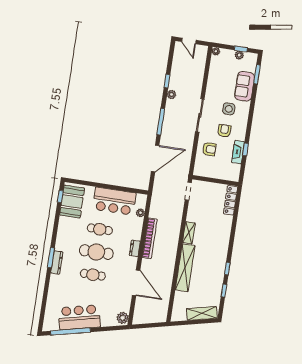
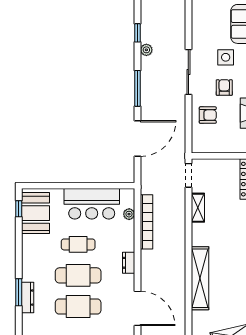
shelving: (189, 233) -> (198, 208), moved
bookcase: (150, 238) -> (147, 222), moved
cafe table: (93, 275) -> (78, 306), width x1.37, depth x1.35

